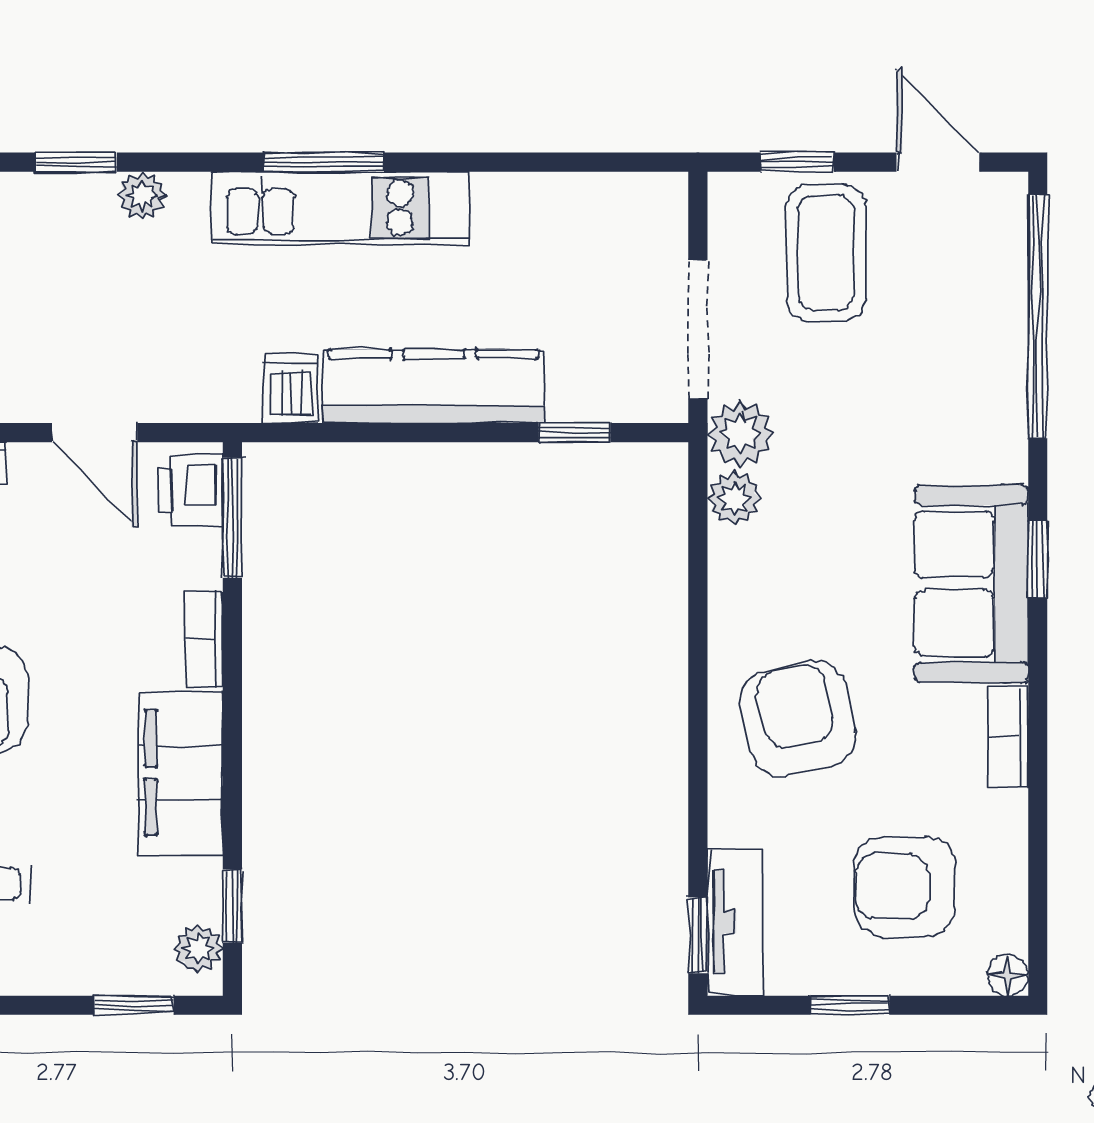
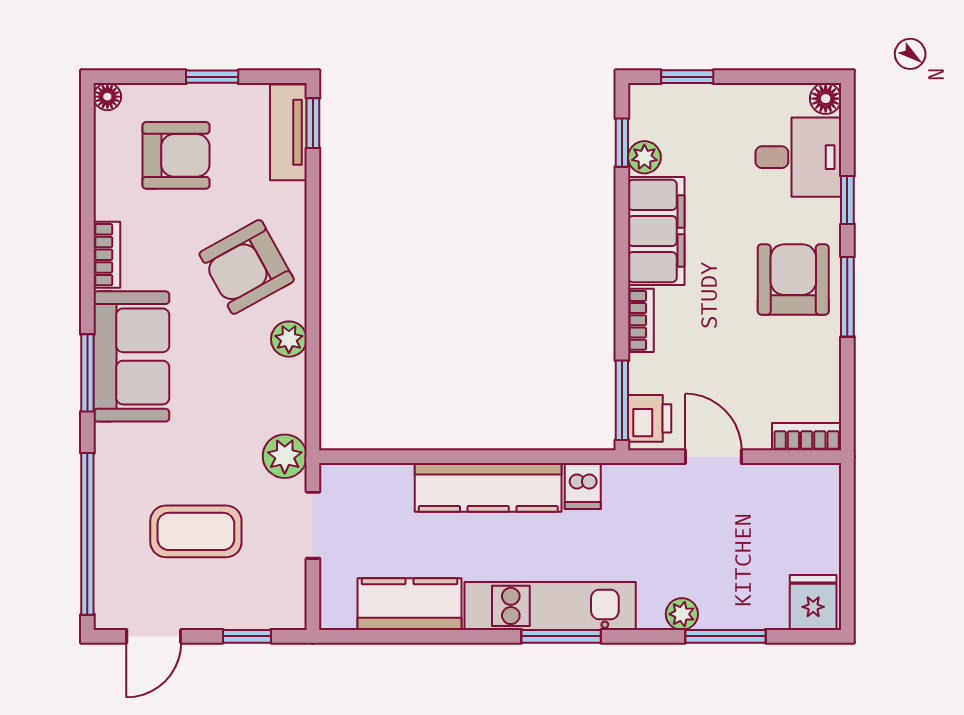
window: (76, 162) -> (725, 636), width x1.50
door: (938, 162) -> (154, 636), hinge flipped
kitchen counter: (552, 211) -> (409, 604), added
coffee table: (826, 253) -> (196, 531), moved, turned 90
doorway: (698, 329) -> (313, 525), width x0.73
window: (575, 433) -> (395, 457), removed
plant: (734, 498) -> (289, 339), moved
window: (1038, 559) -> (87, 373), width x1.50
armchair: (798, 719) -> (247, 267), turned 74
plant: (198, 949) -> (644, 157), moved

